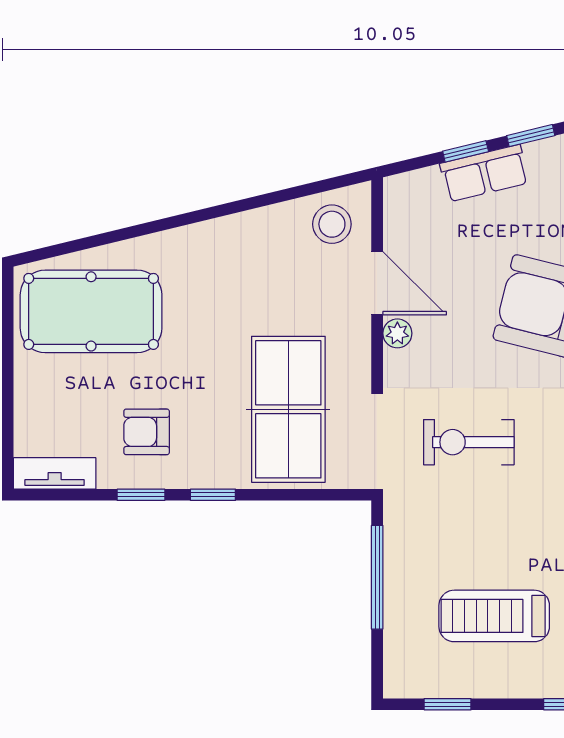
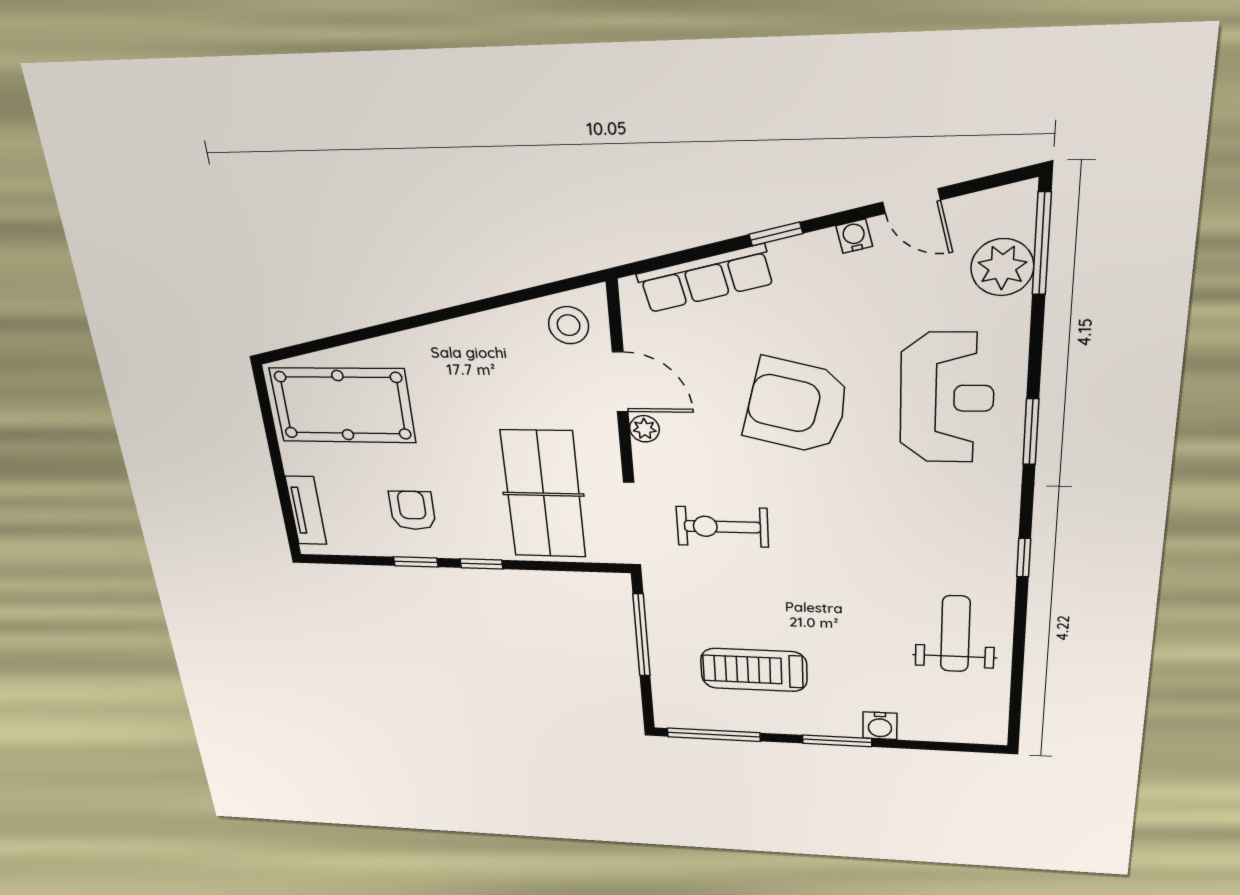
window: (466, 151) -> (705, 251), removed
row of seats: (484, 173) -> (705, 279), width x1.48
armchair: (147, 432) -> (412, 510), turned 90
tv unit: (55, 473) -> (306, 510), moved, turned 90
window: (448, 704) -> (714, 735), width x2.17

